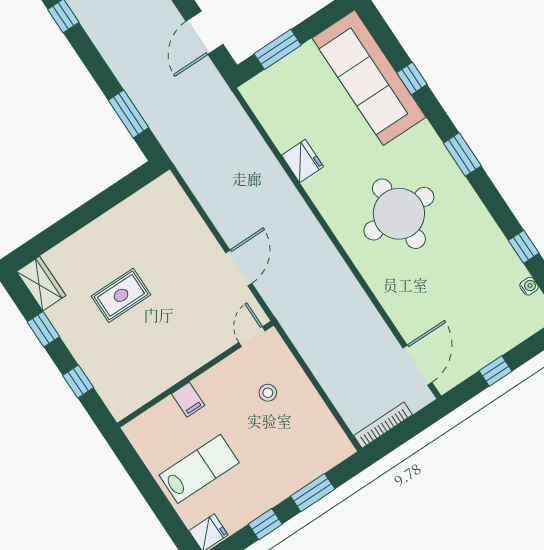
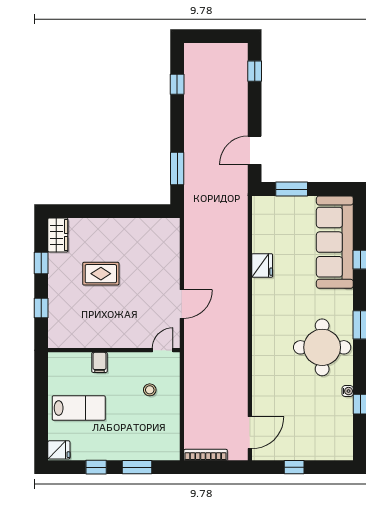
round table: (399, 214) -> (322, 347), moved
water cooler: (529, 286) -> (348, 391), moved

